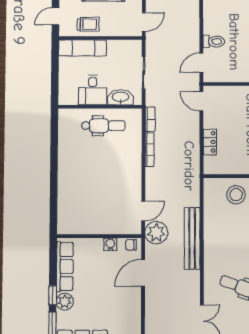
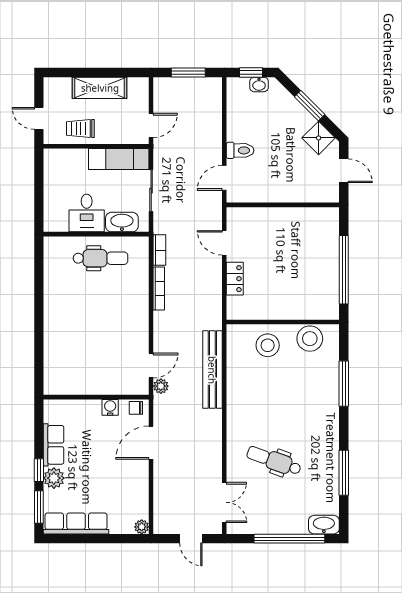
door: (55, 16) -> (39, 118), hinge flipped
trolley: (88, 24) -> (80, 129), turned 180
exam couch: (83, 48) -> (119, 159), moved
door: (201, 101) -> (224, 243), moved
plant: (156, 233) -> (161, 386), width x0.53, depth x0.53
bench: (192, 238) -> (212, 370), moved
row of seats: (65, 267) -> (54, 445), width x0.68

